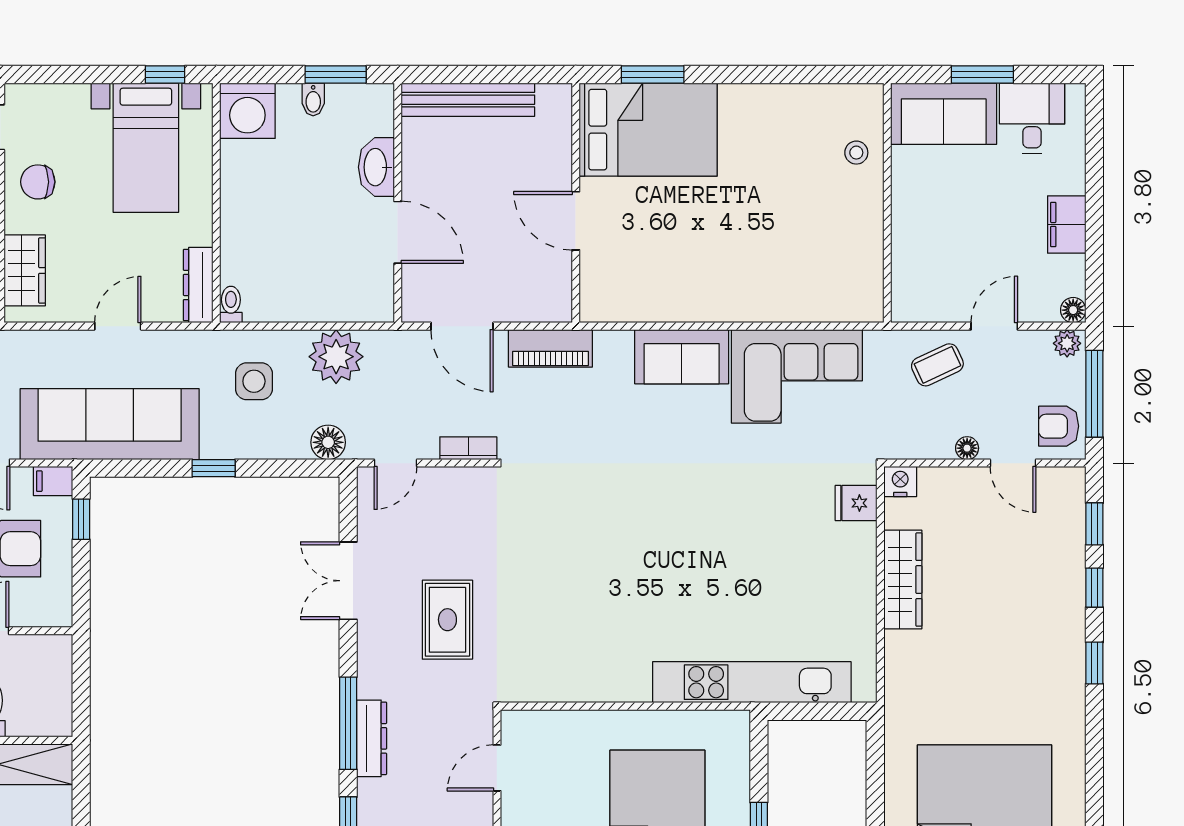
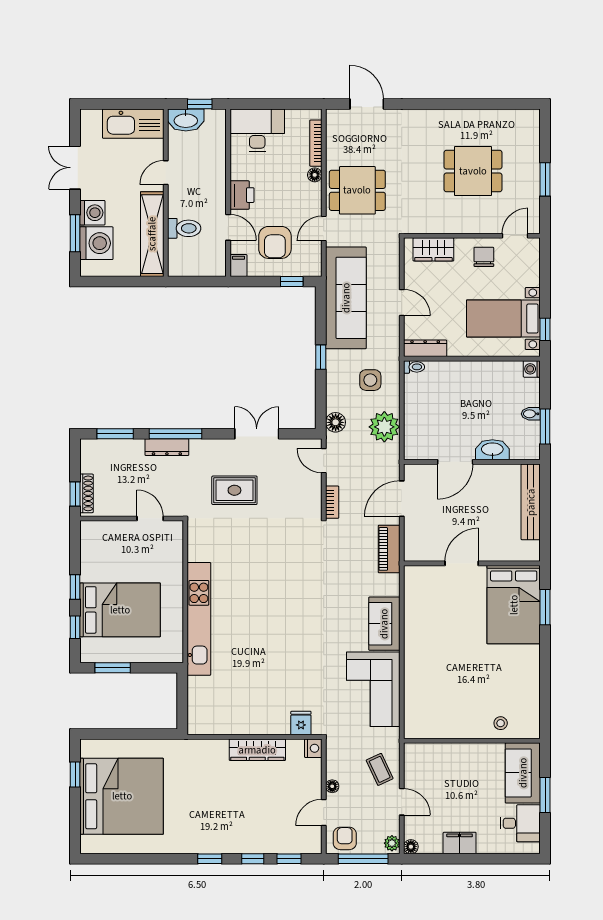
washing machine: (247, 111) -> (532, 369), width x0.53, depth x0.53
filing cabinet: (53, 481) -> (238, 266), moved
kitchen unit: (752, 682) -> (199, 619), moved

